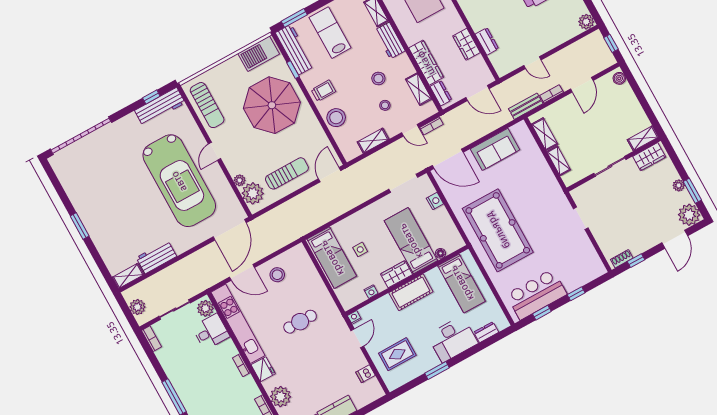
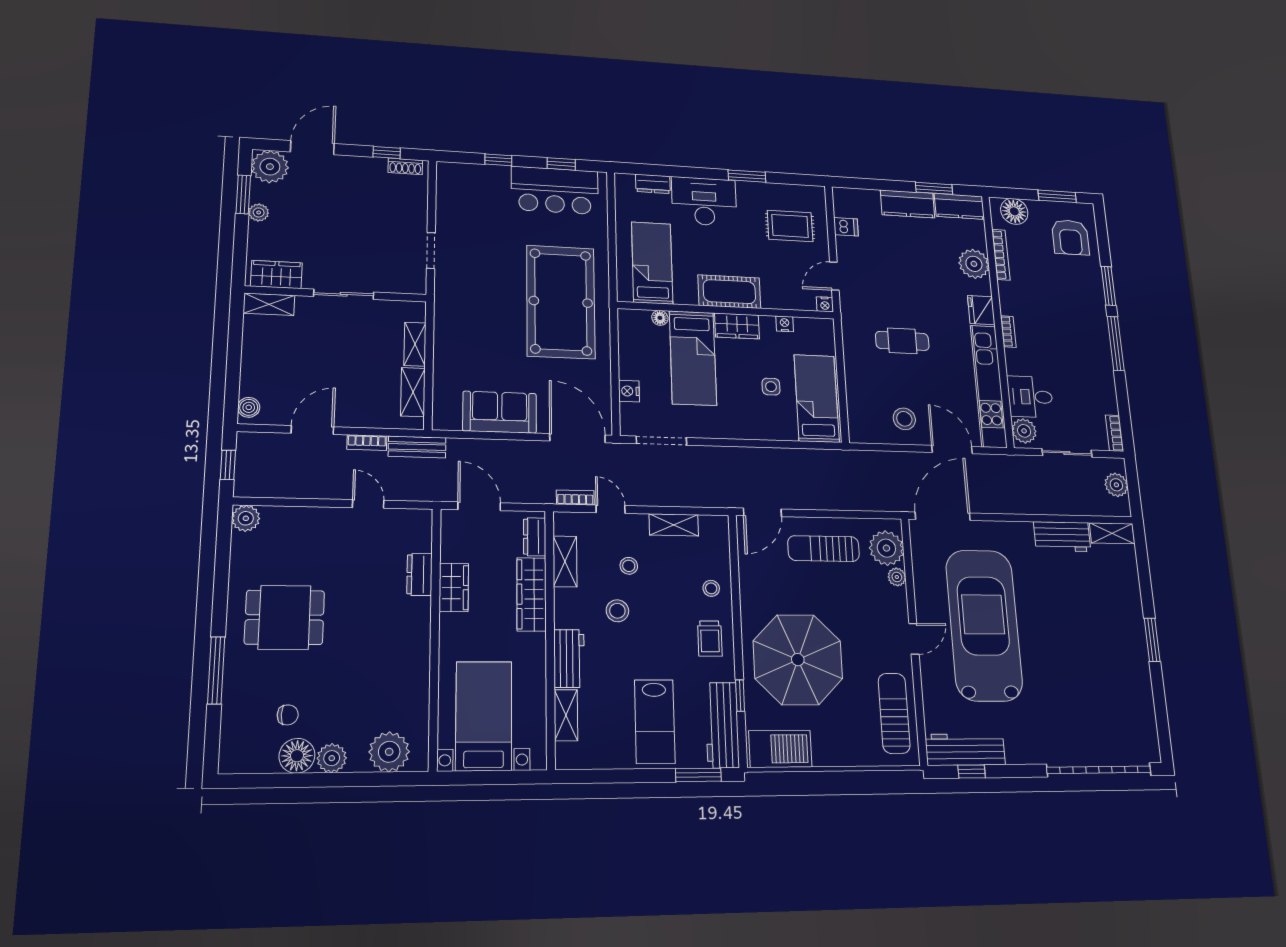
trolley: (323, 91) -> (710, 638), turned -90
stool: (336, 118) -> (711, 588), width x0.53, depth x0.53

